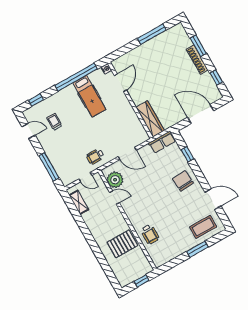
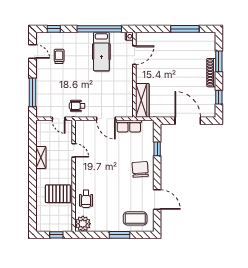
row of seats: (162, 142) -> (129, 126), moved
plant: (115, 180) -> (83, 224), moved
shelving: (79, 202) -> (41, 157), moved

